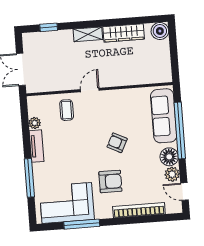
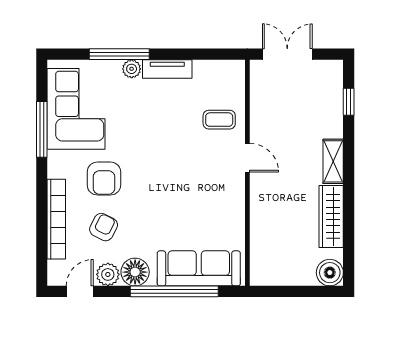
plant: (35, 123) -> (132, 69), moved
armchair: (117, 143) -> (104, 227), moved

